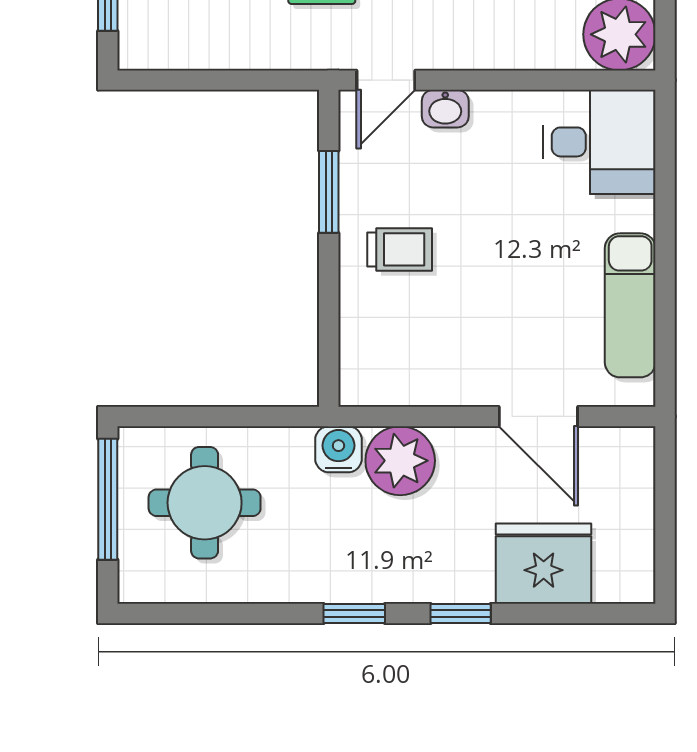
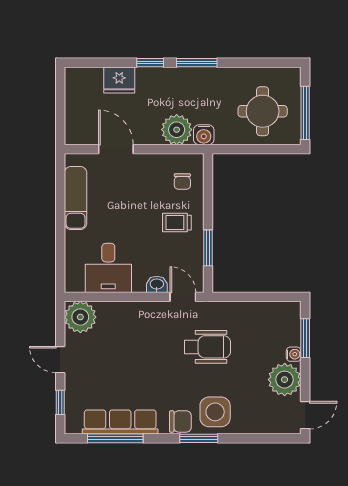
door: (386, 80) -> (183, 297), hinge flipped
desk: (599, 142) -> (108, 268), moved, turned -90
chair: (387, 343) -> (182, 181), added
fridge: (544, 564) -> (119, 80), width x0.73, depth x0.75
window: (354, 613) -> (197, 63), width x1.50

